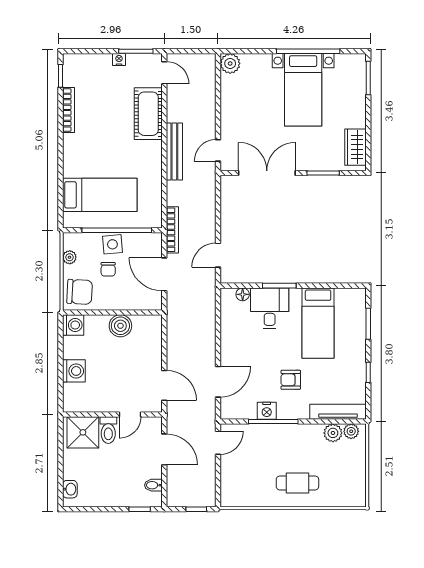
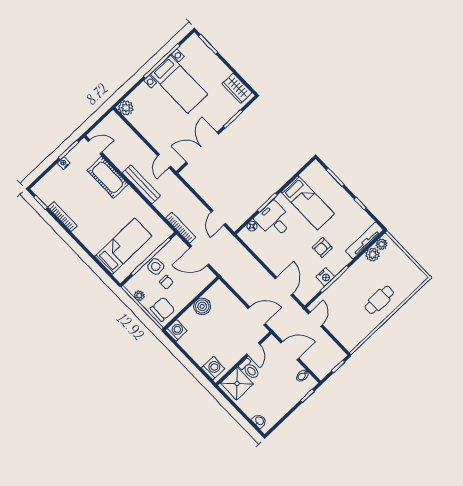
washing machine: (74, 371) -> (213, 368), moved

